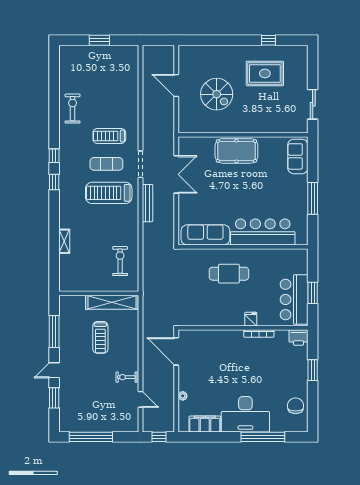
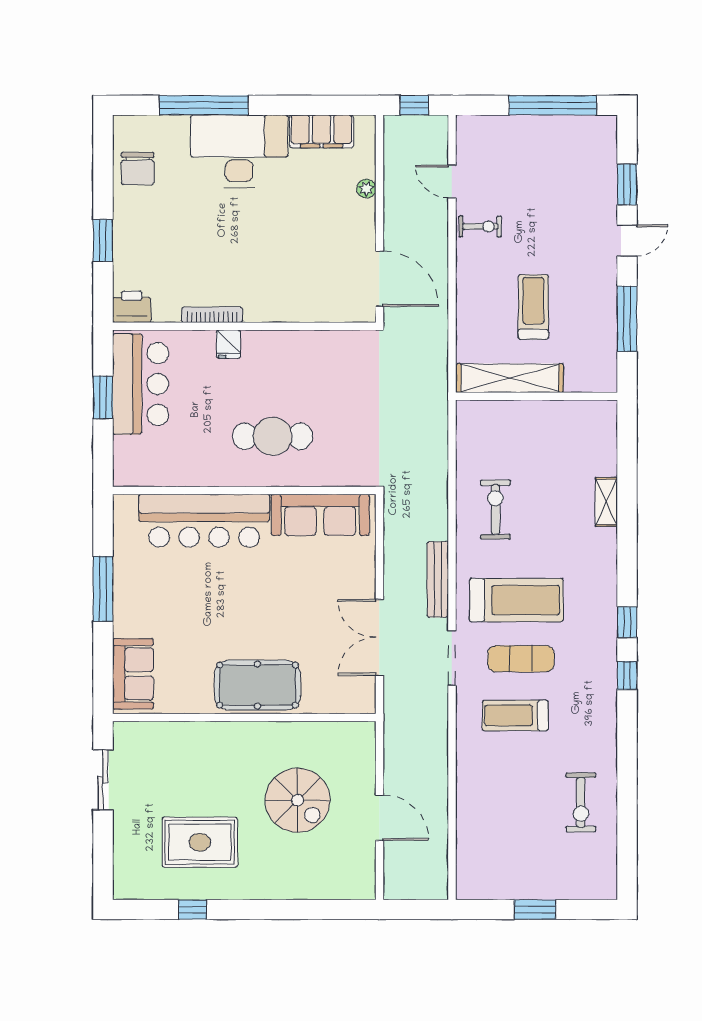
spiral stairs: (217, 94) -> (298, 800), turned 180
exercise bike: (73, 109) -> (581, 802), moved
treadmill: (109, 136) -> (515, 715), turned 180
exercise bike: (120, 261) -> (495, 509), moved, turned 180

